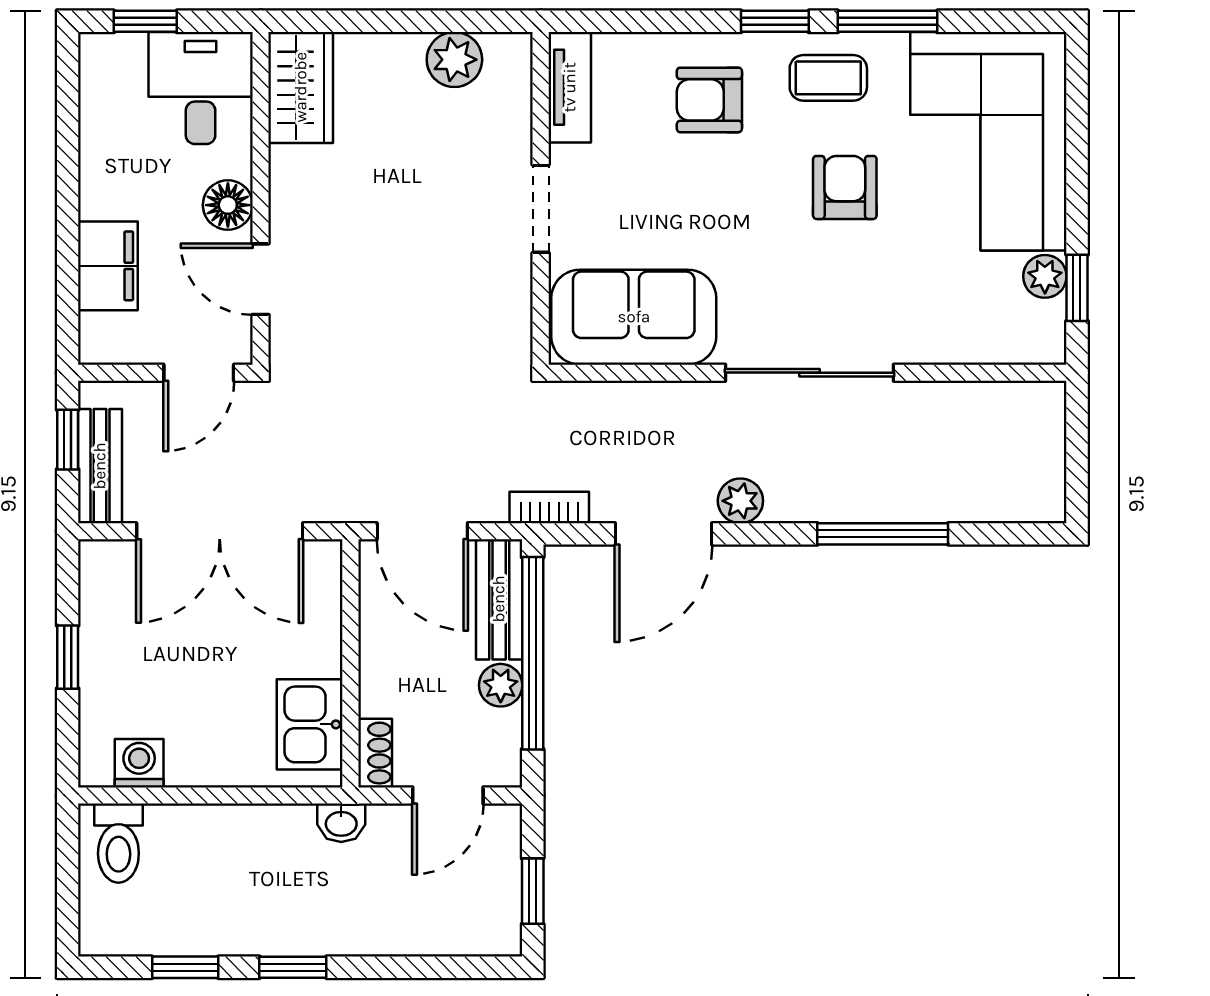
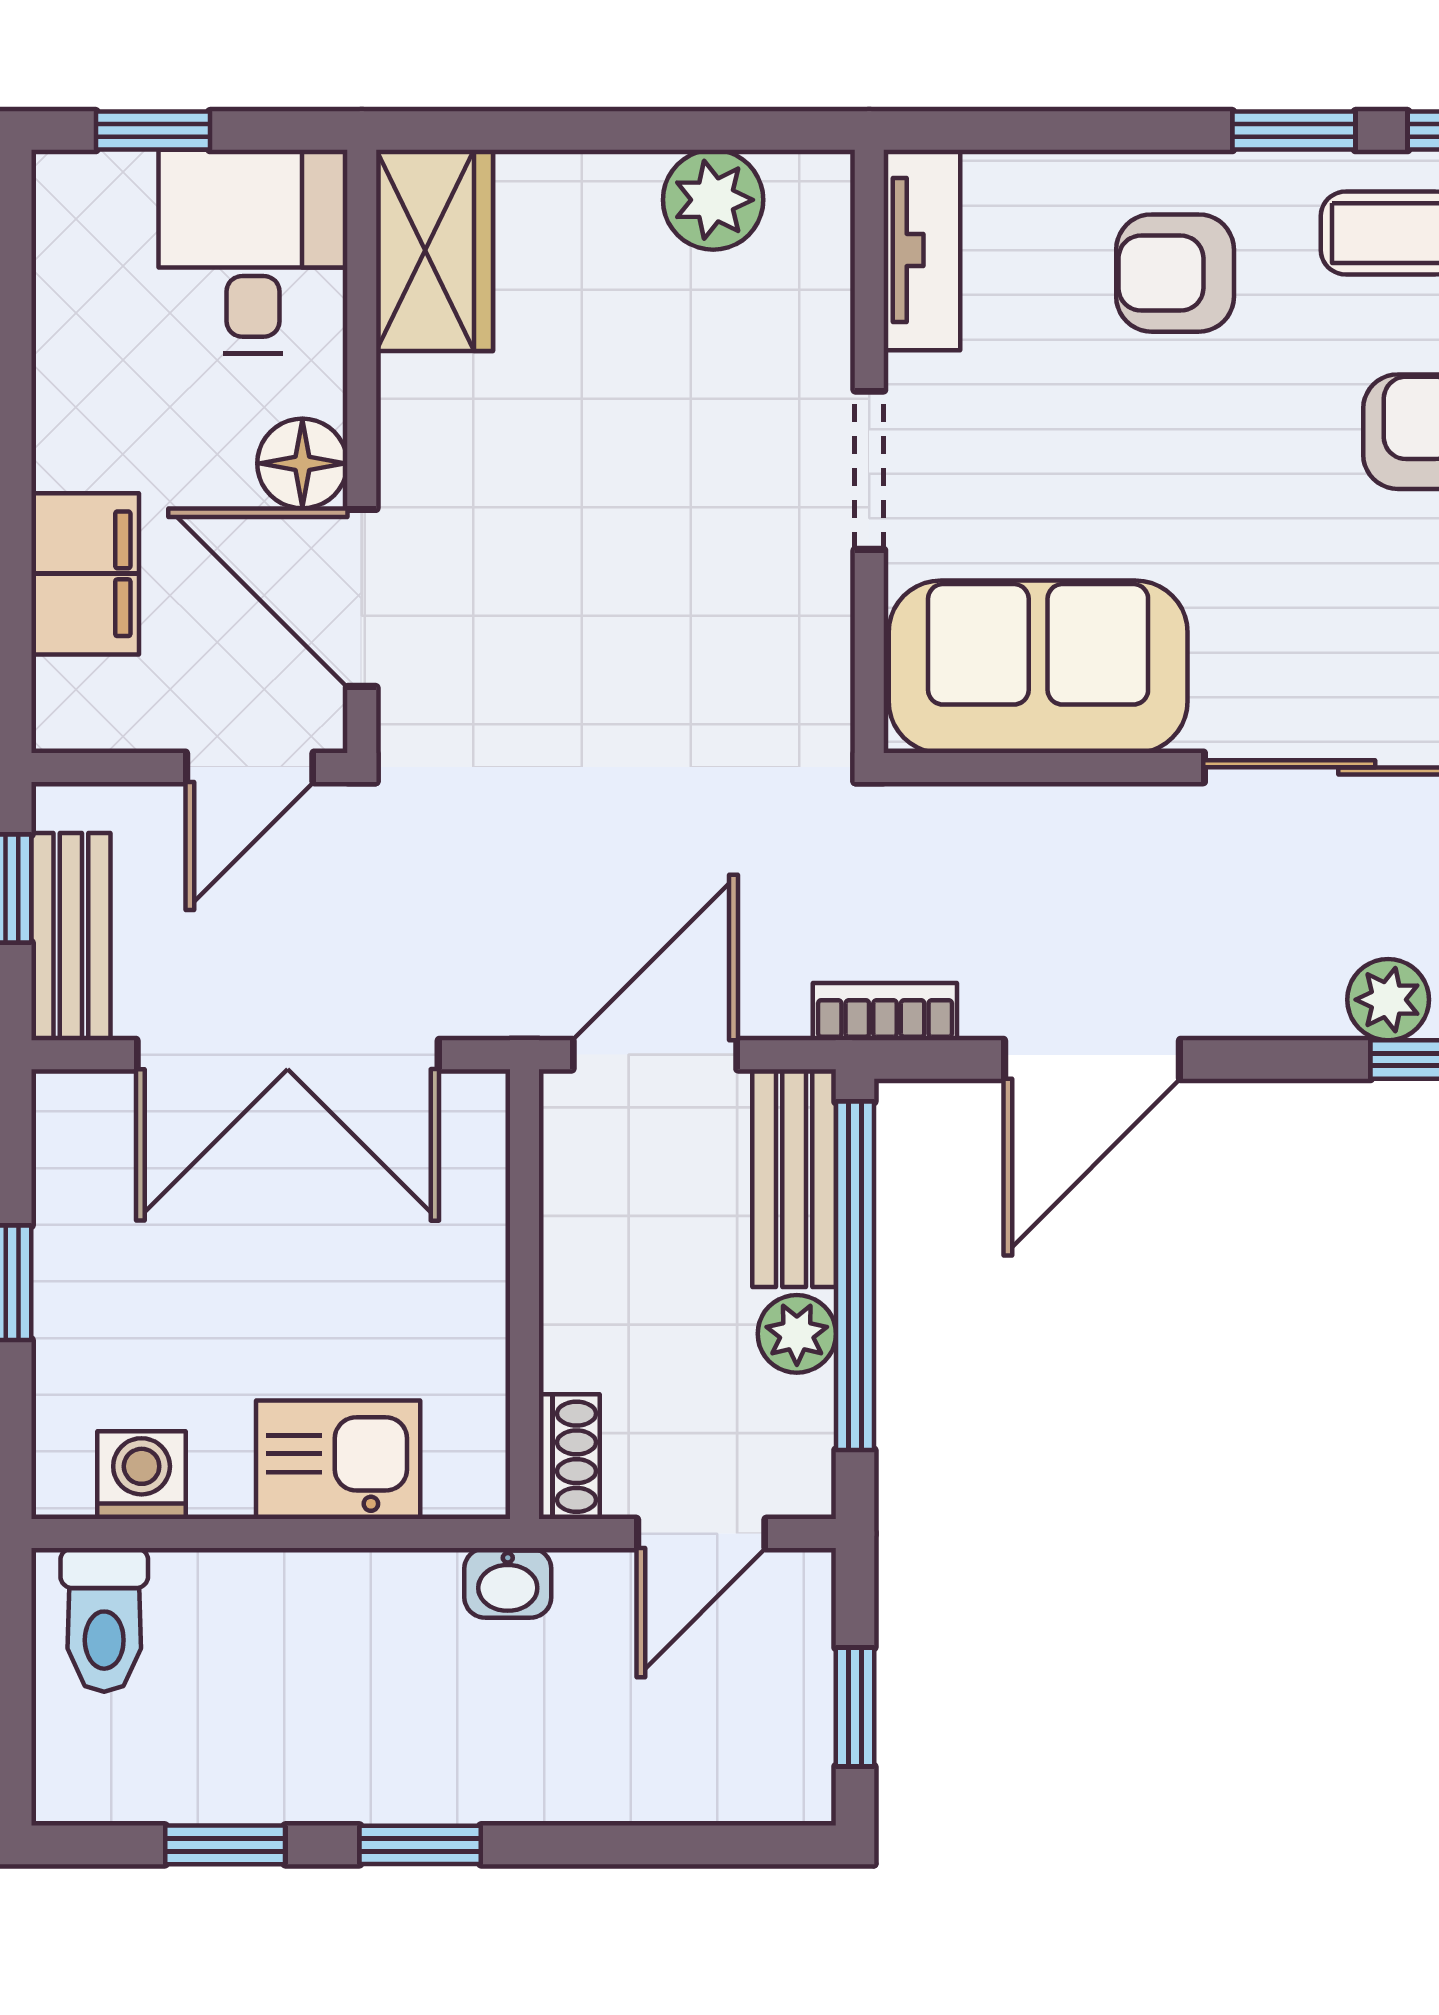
door: (261, 279) -> (362, 598), width x1.37
plant: (740, 501) -> (1388, 1000), moved
door: (422, 531) -> (655, 1055), swing flipped
kitchen sink: (310, 724) -> (338, 1460), moved, turned 90

